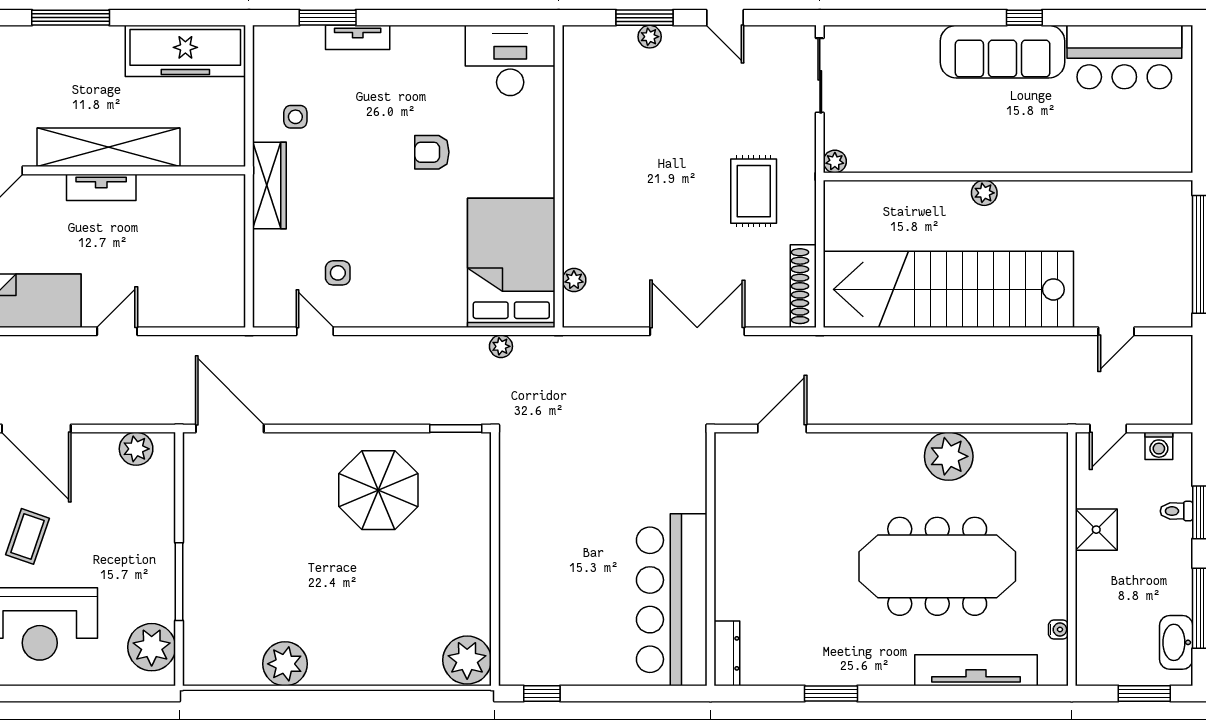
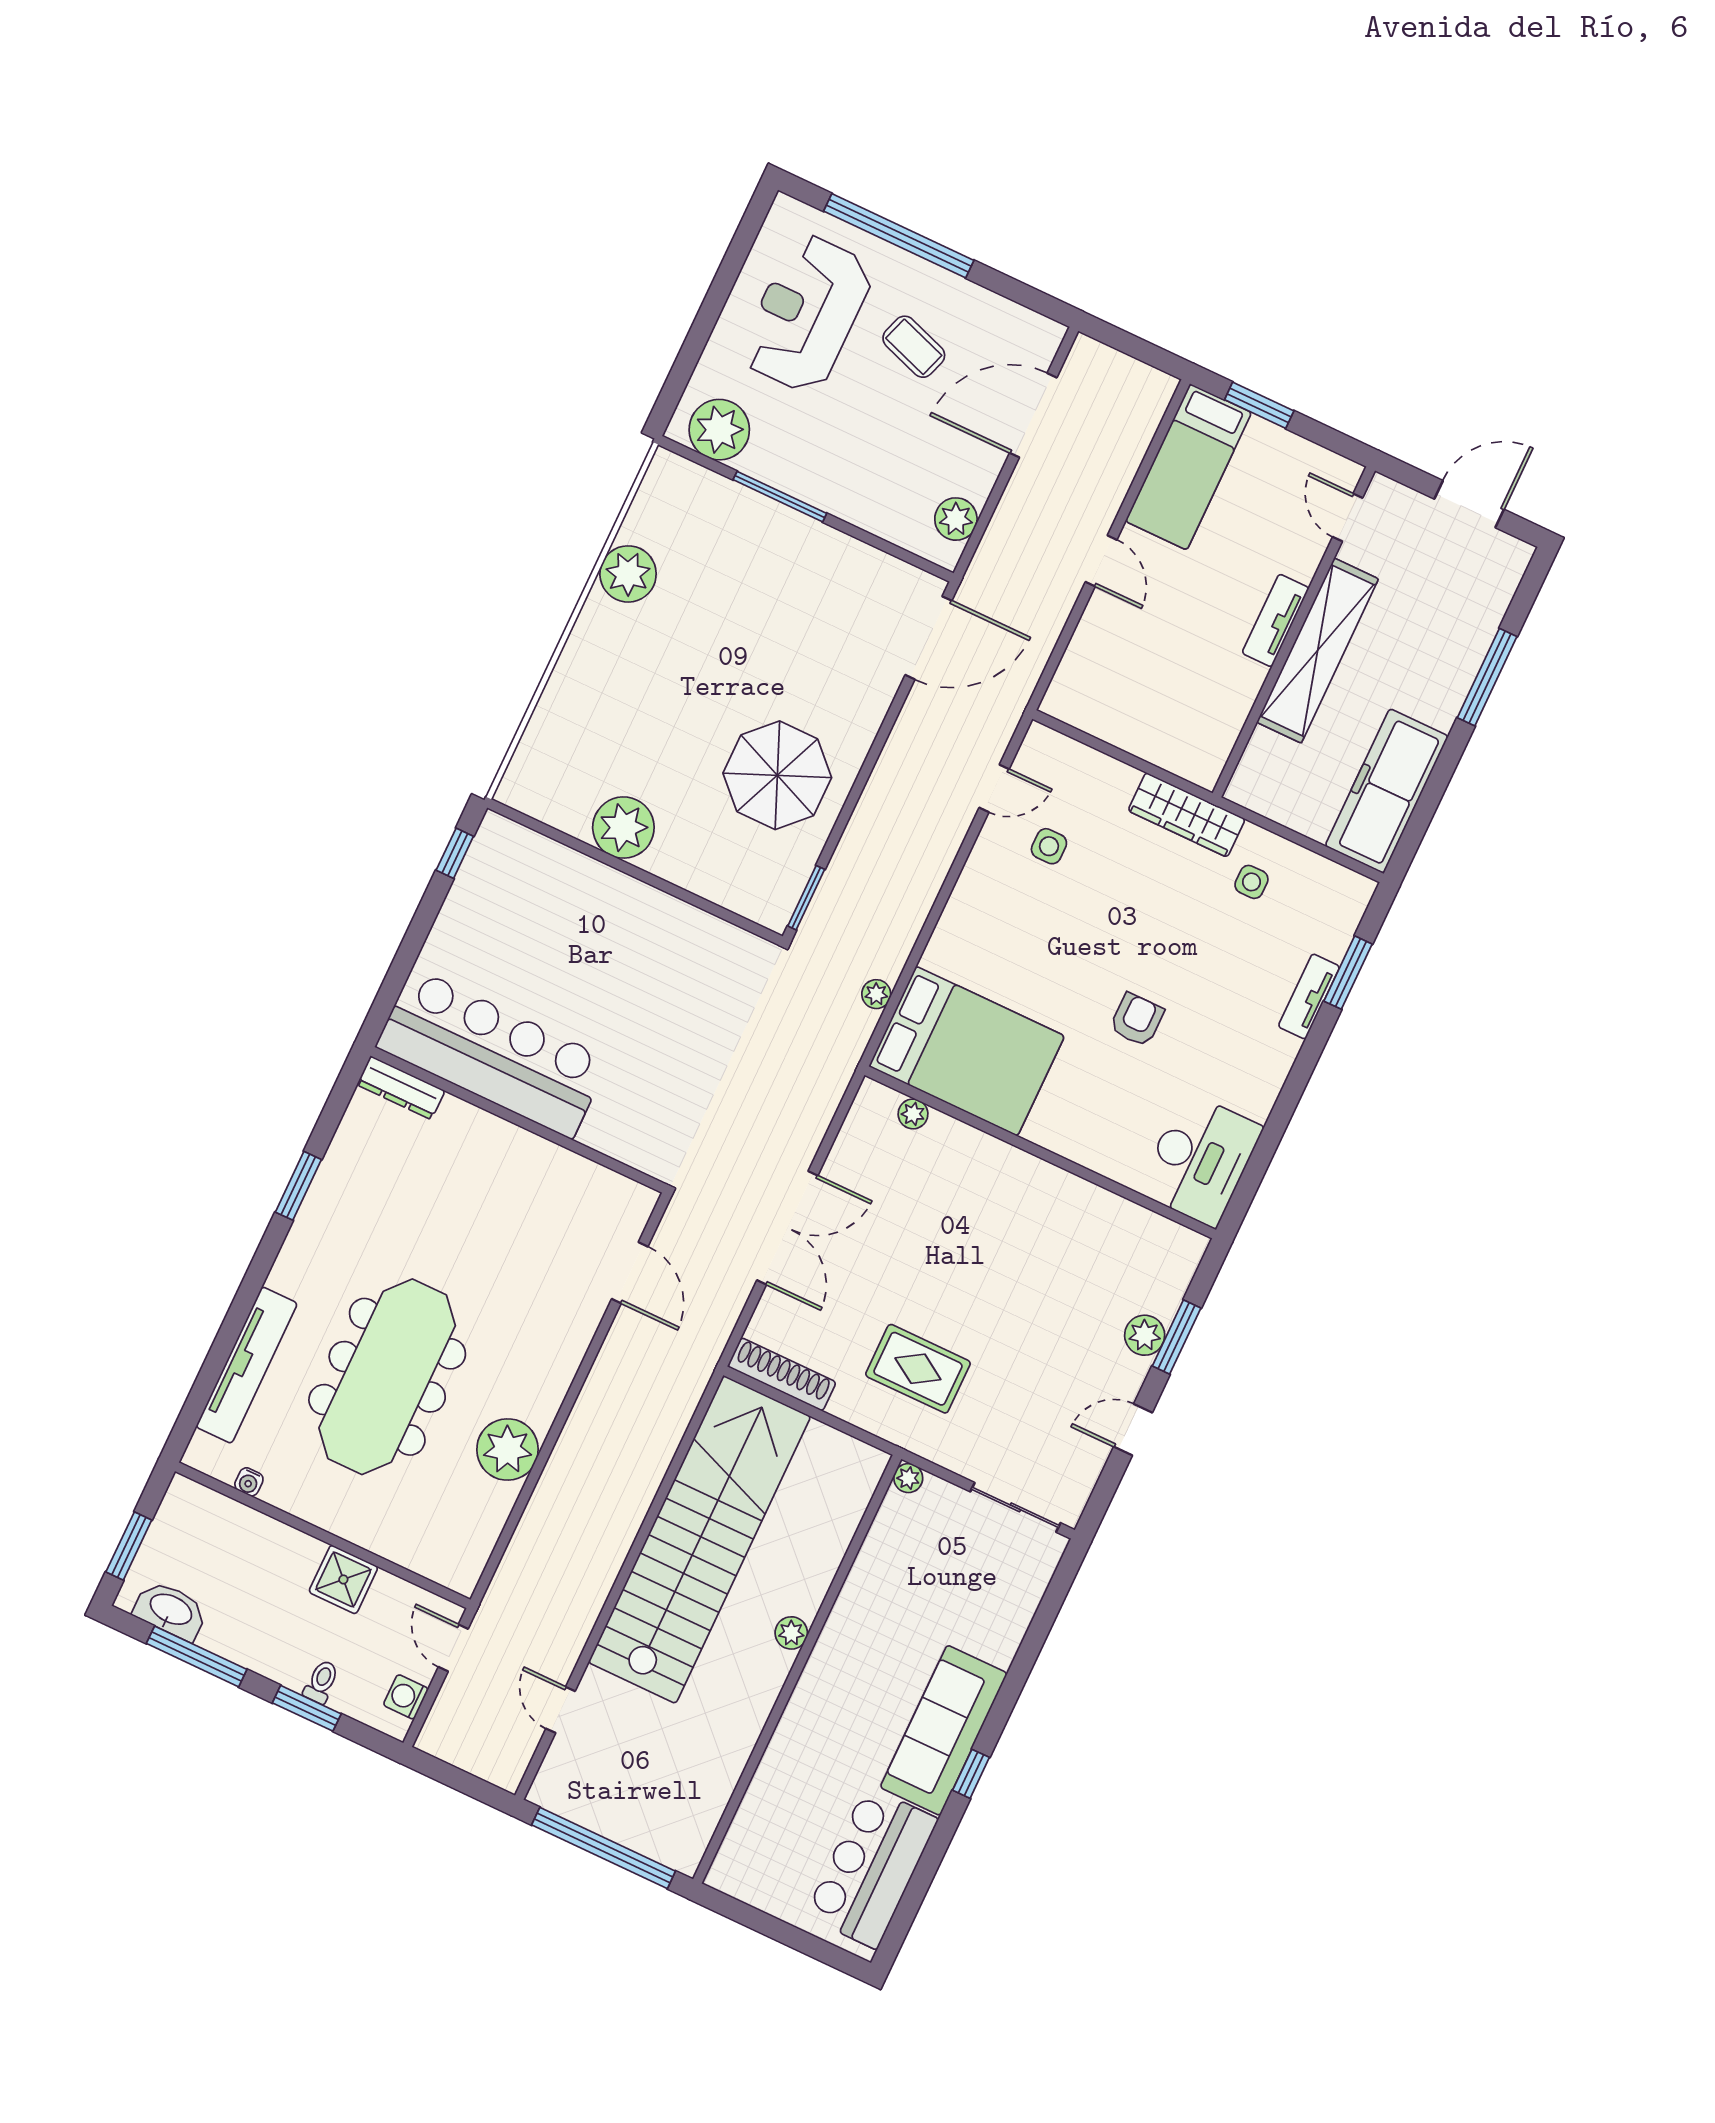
plant: (650, 37) -> (1145, 1335), width x1.38, depth x1.38
plant: (467, 660) -> (623, 828), moved

